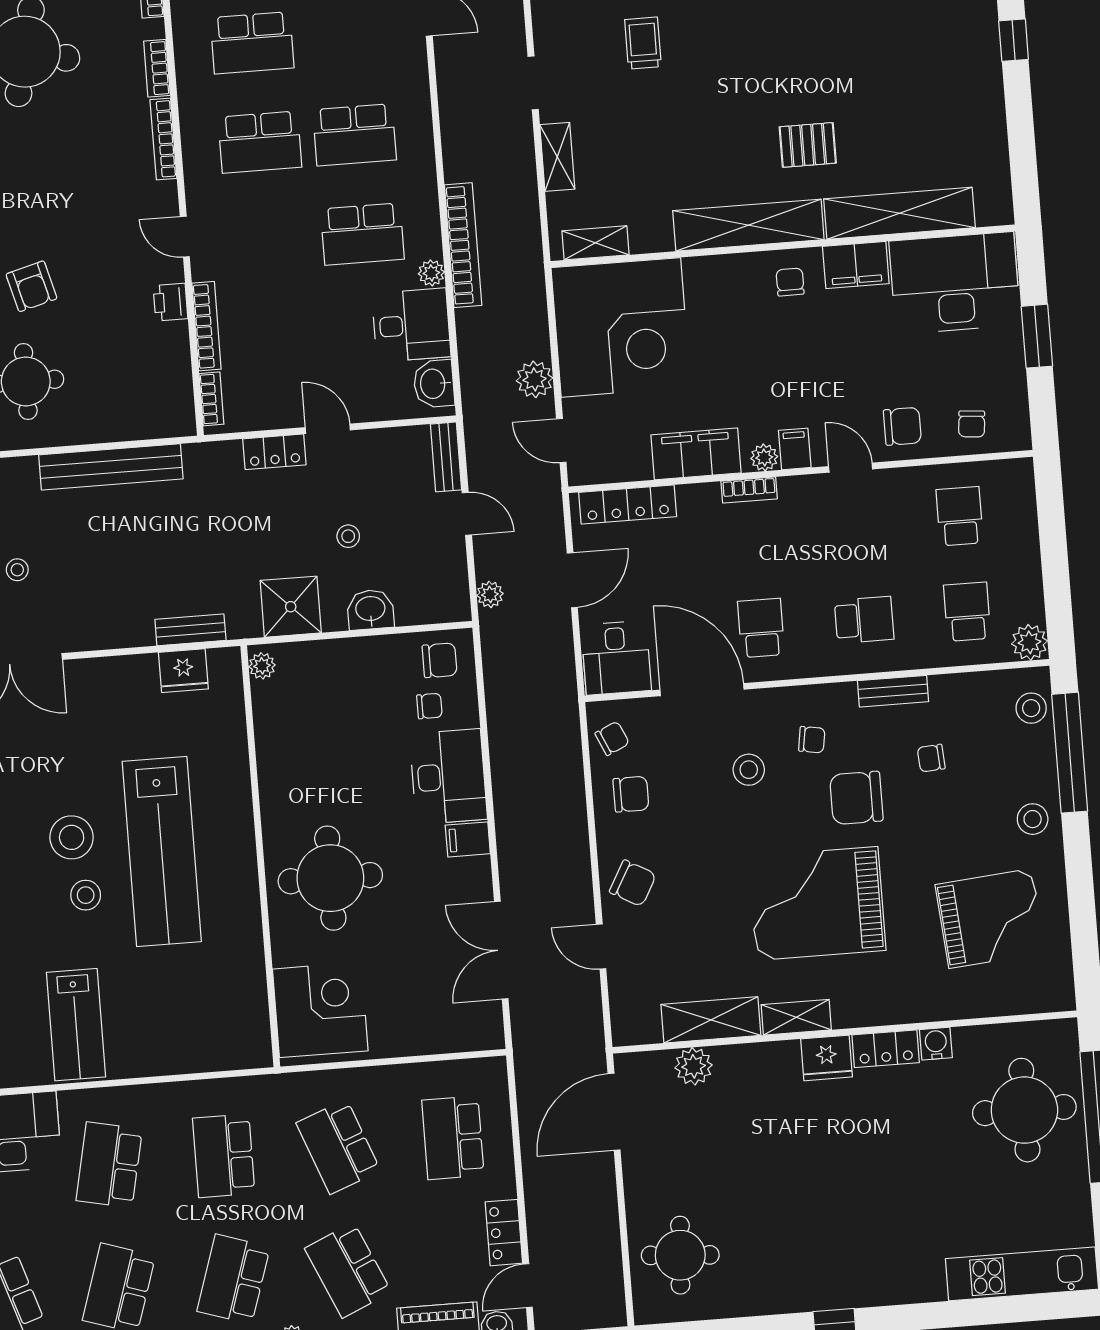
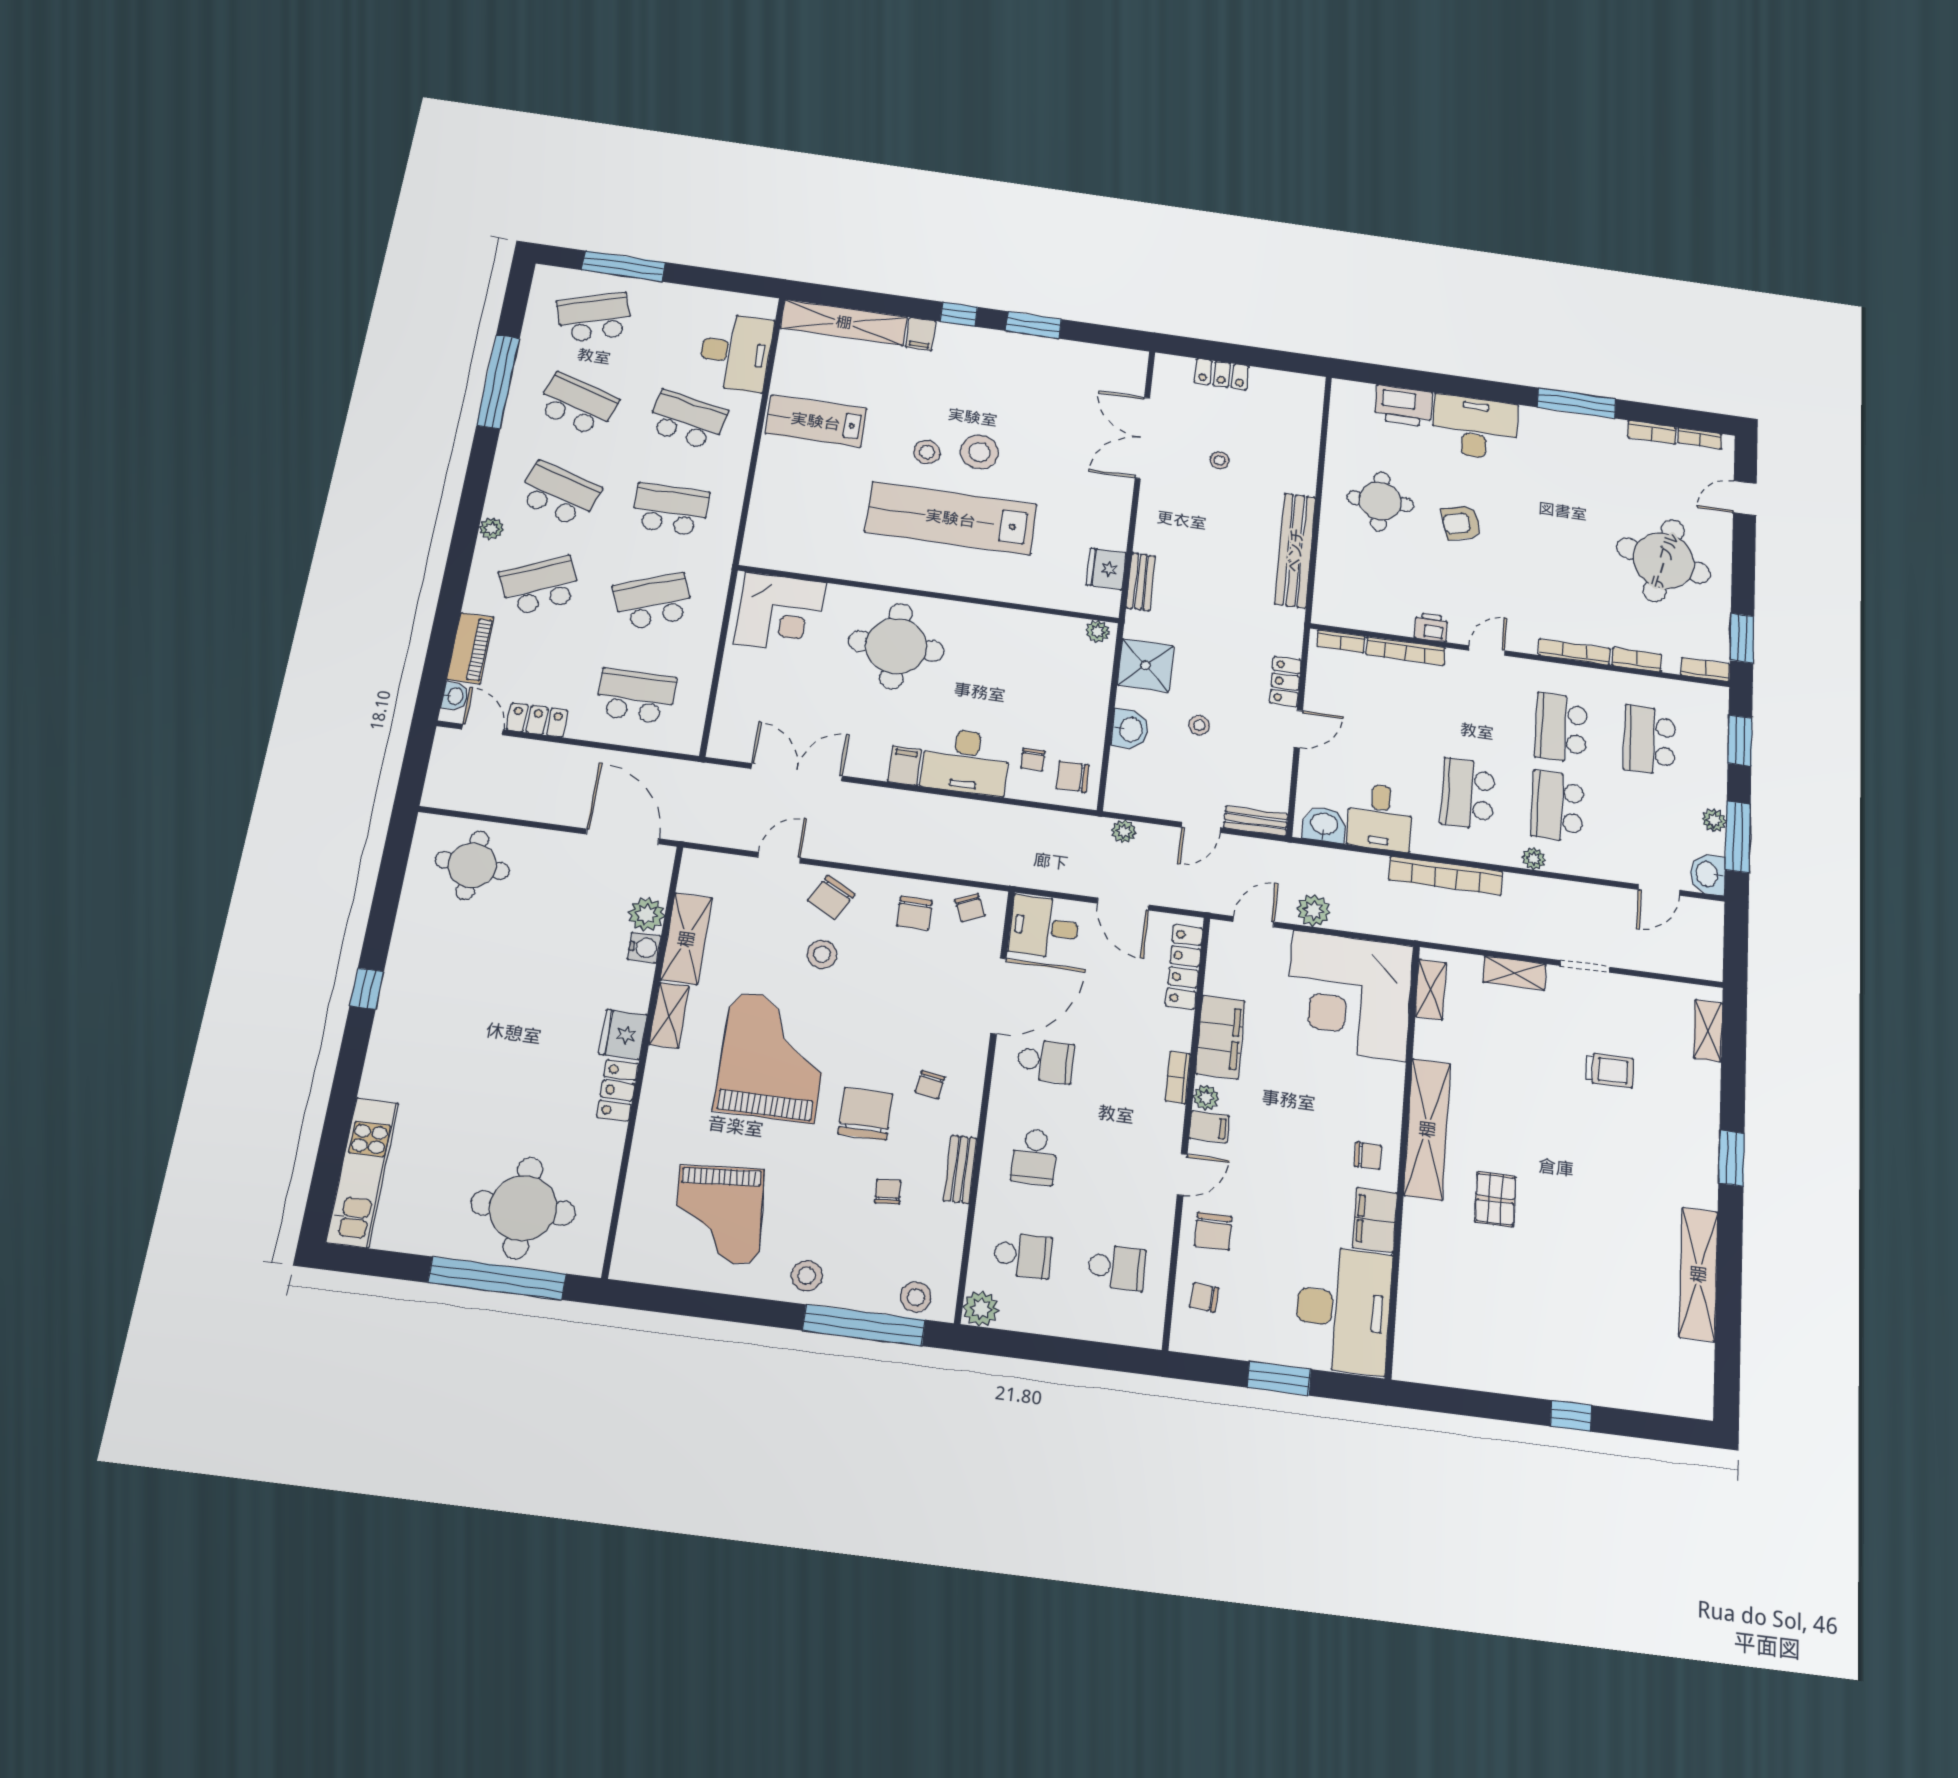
shelving: (899, 213) -> (1418, 1271), removed
plant: (431, 273) -> (1534, 859), moved
chair: (440, 660) -> (1073, 777), turned 90
stool: (749, 770) -> (822, 954), moved
water cooler: (936, 1044) -> (644, 948), moved

